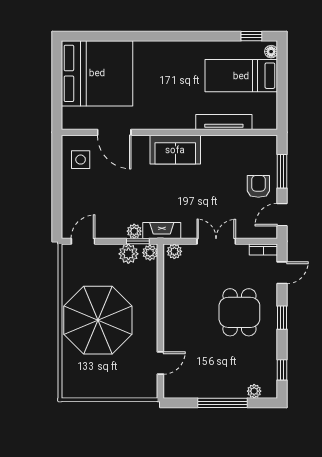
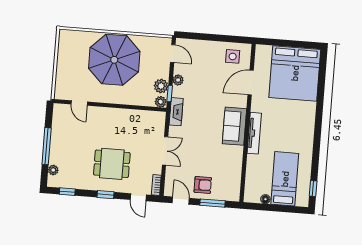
floor lamp: (271, 52) -> (265, 199), moved
tv unit: (224, 122) -> (254, 133), moved
plant: (134, 231) -> (178, 80), moved
plant: (174, 251) -> (160, 120), removed

